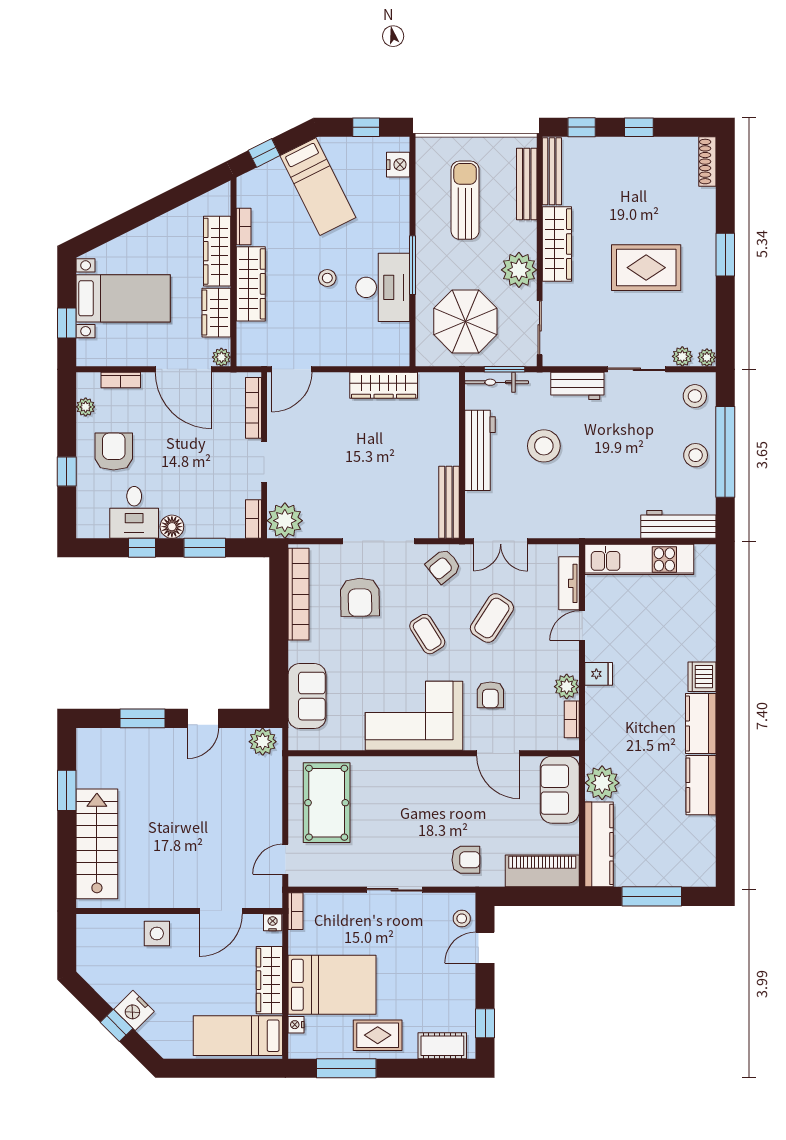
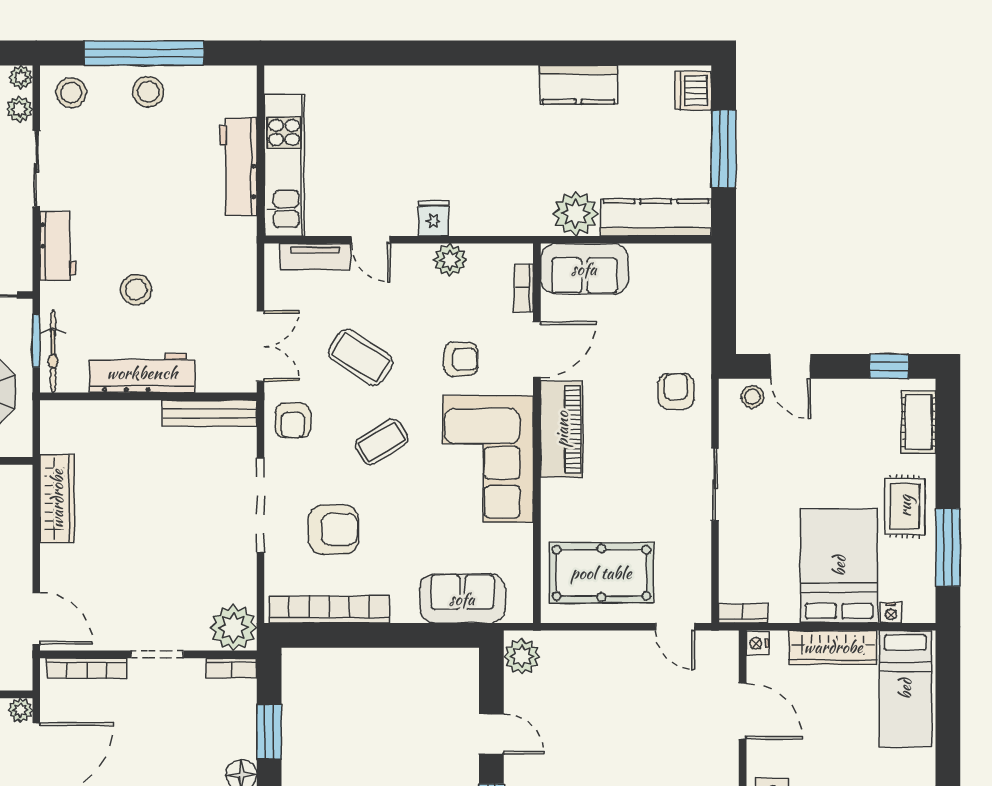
stool: (544, 446) -> (136, 290), width x0.73, depth x0.73
workbench: (678, 524) -> (238, 167), moved
armchair: (443, 566) -> (293, 420), turned 39
dishwasher: (702, 677) -> (693, 91), moved, turned 90
bookcase: (572, 719) -> (524, 288), moved, turned 90
kitchen counter: (701, 723) -> (498, 85), removed
piano: (542, 871) -> (562, 429), moved, turned 180

